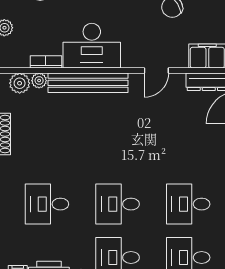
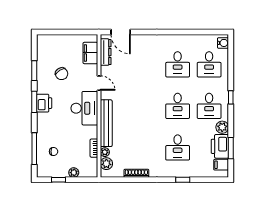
desk: (92, 46) -> (84, 108), moved

